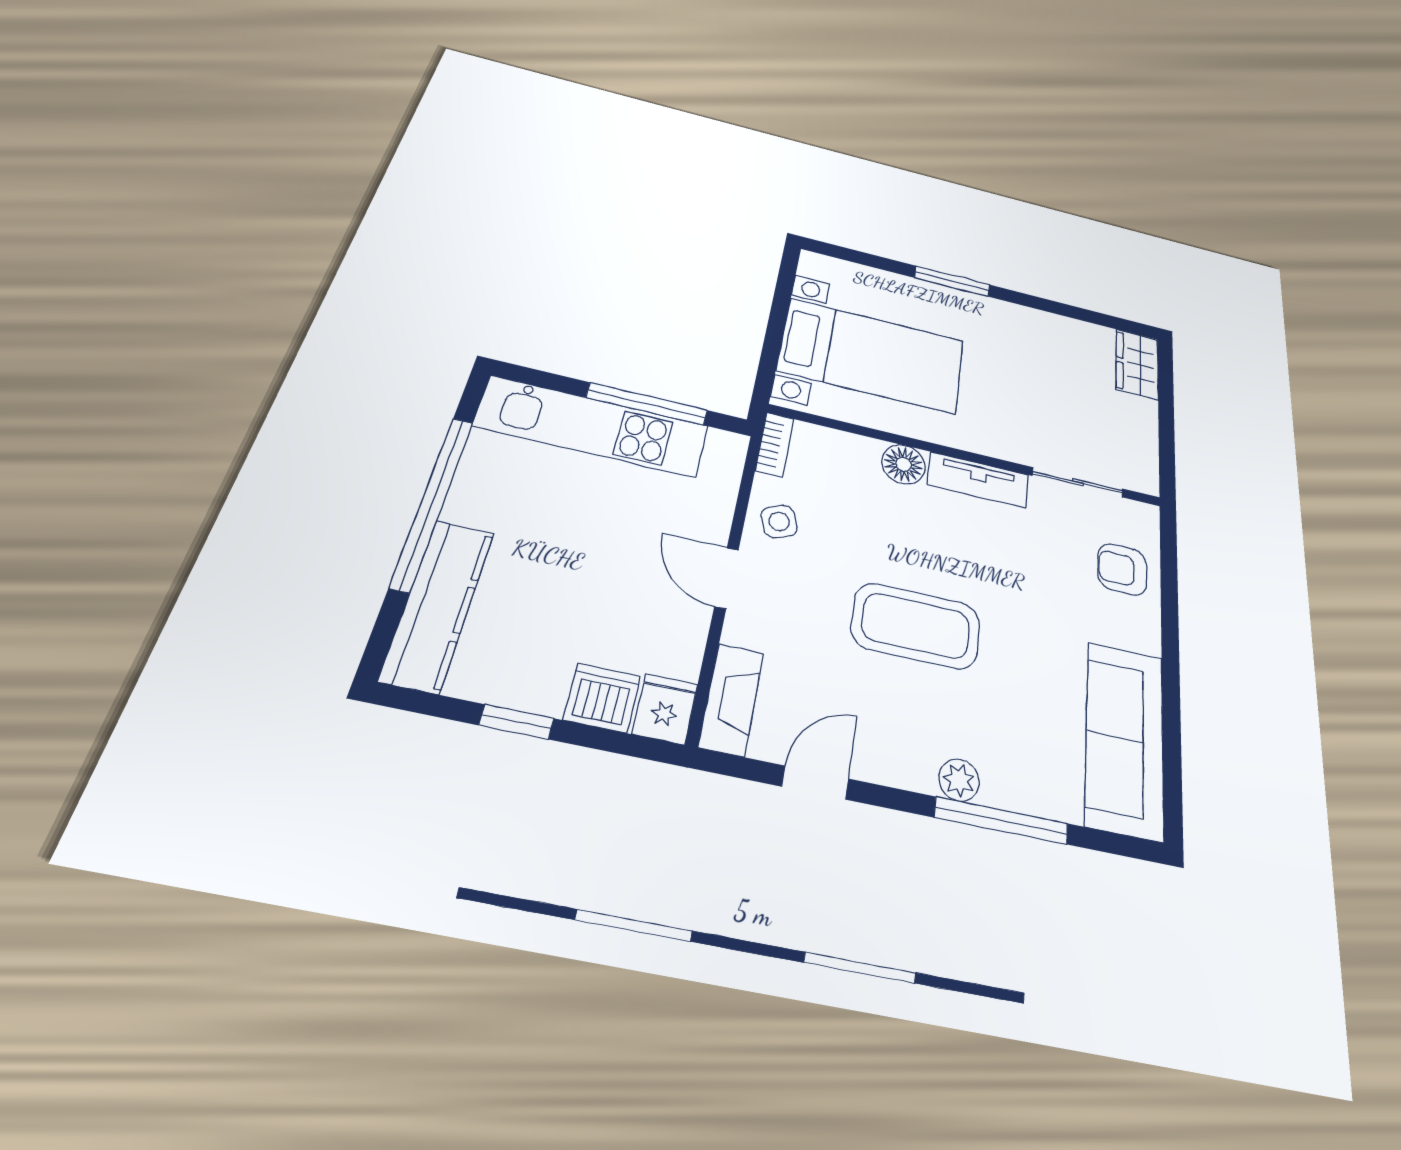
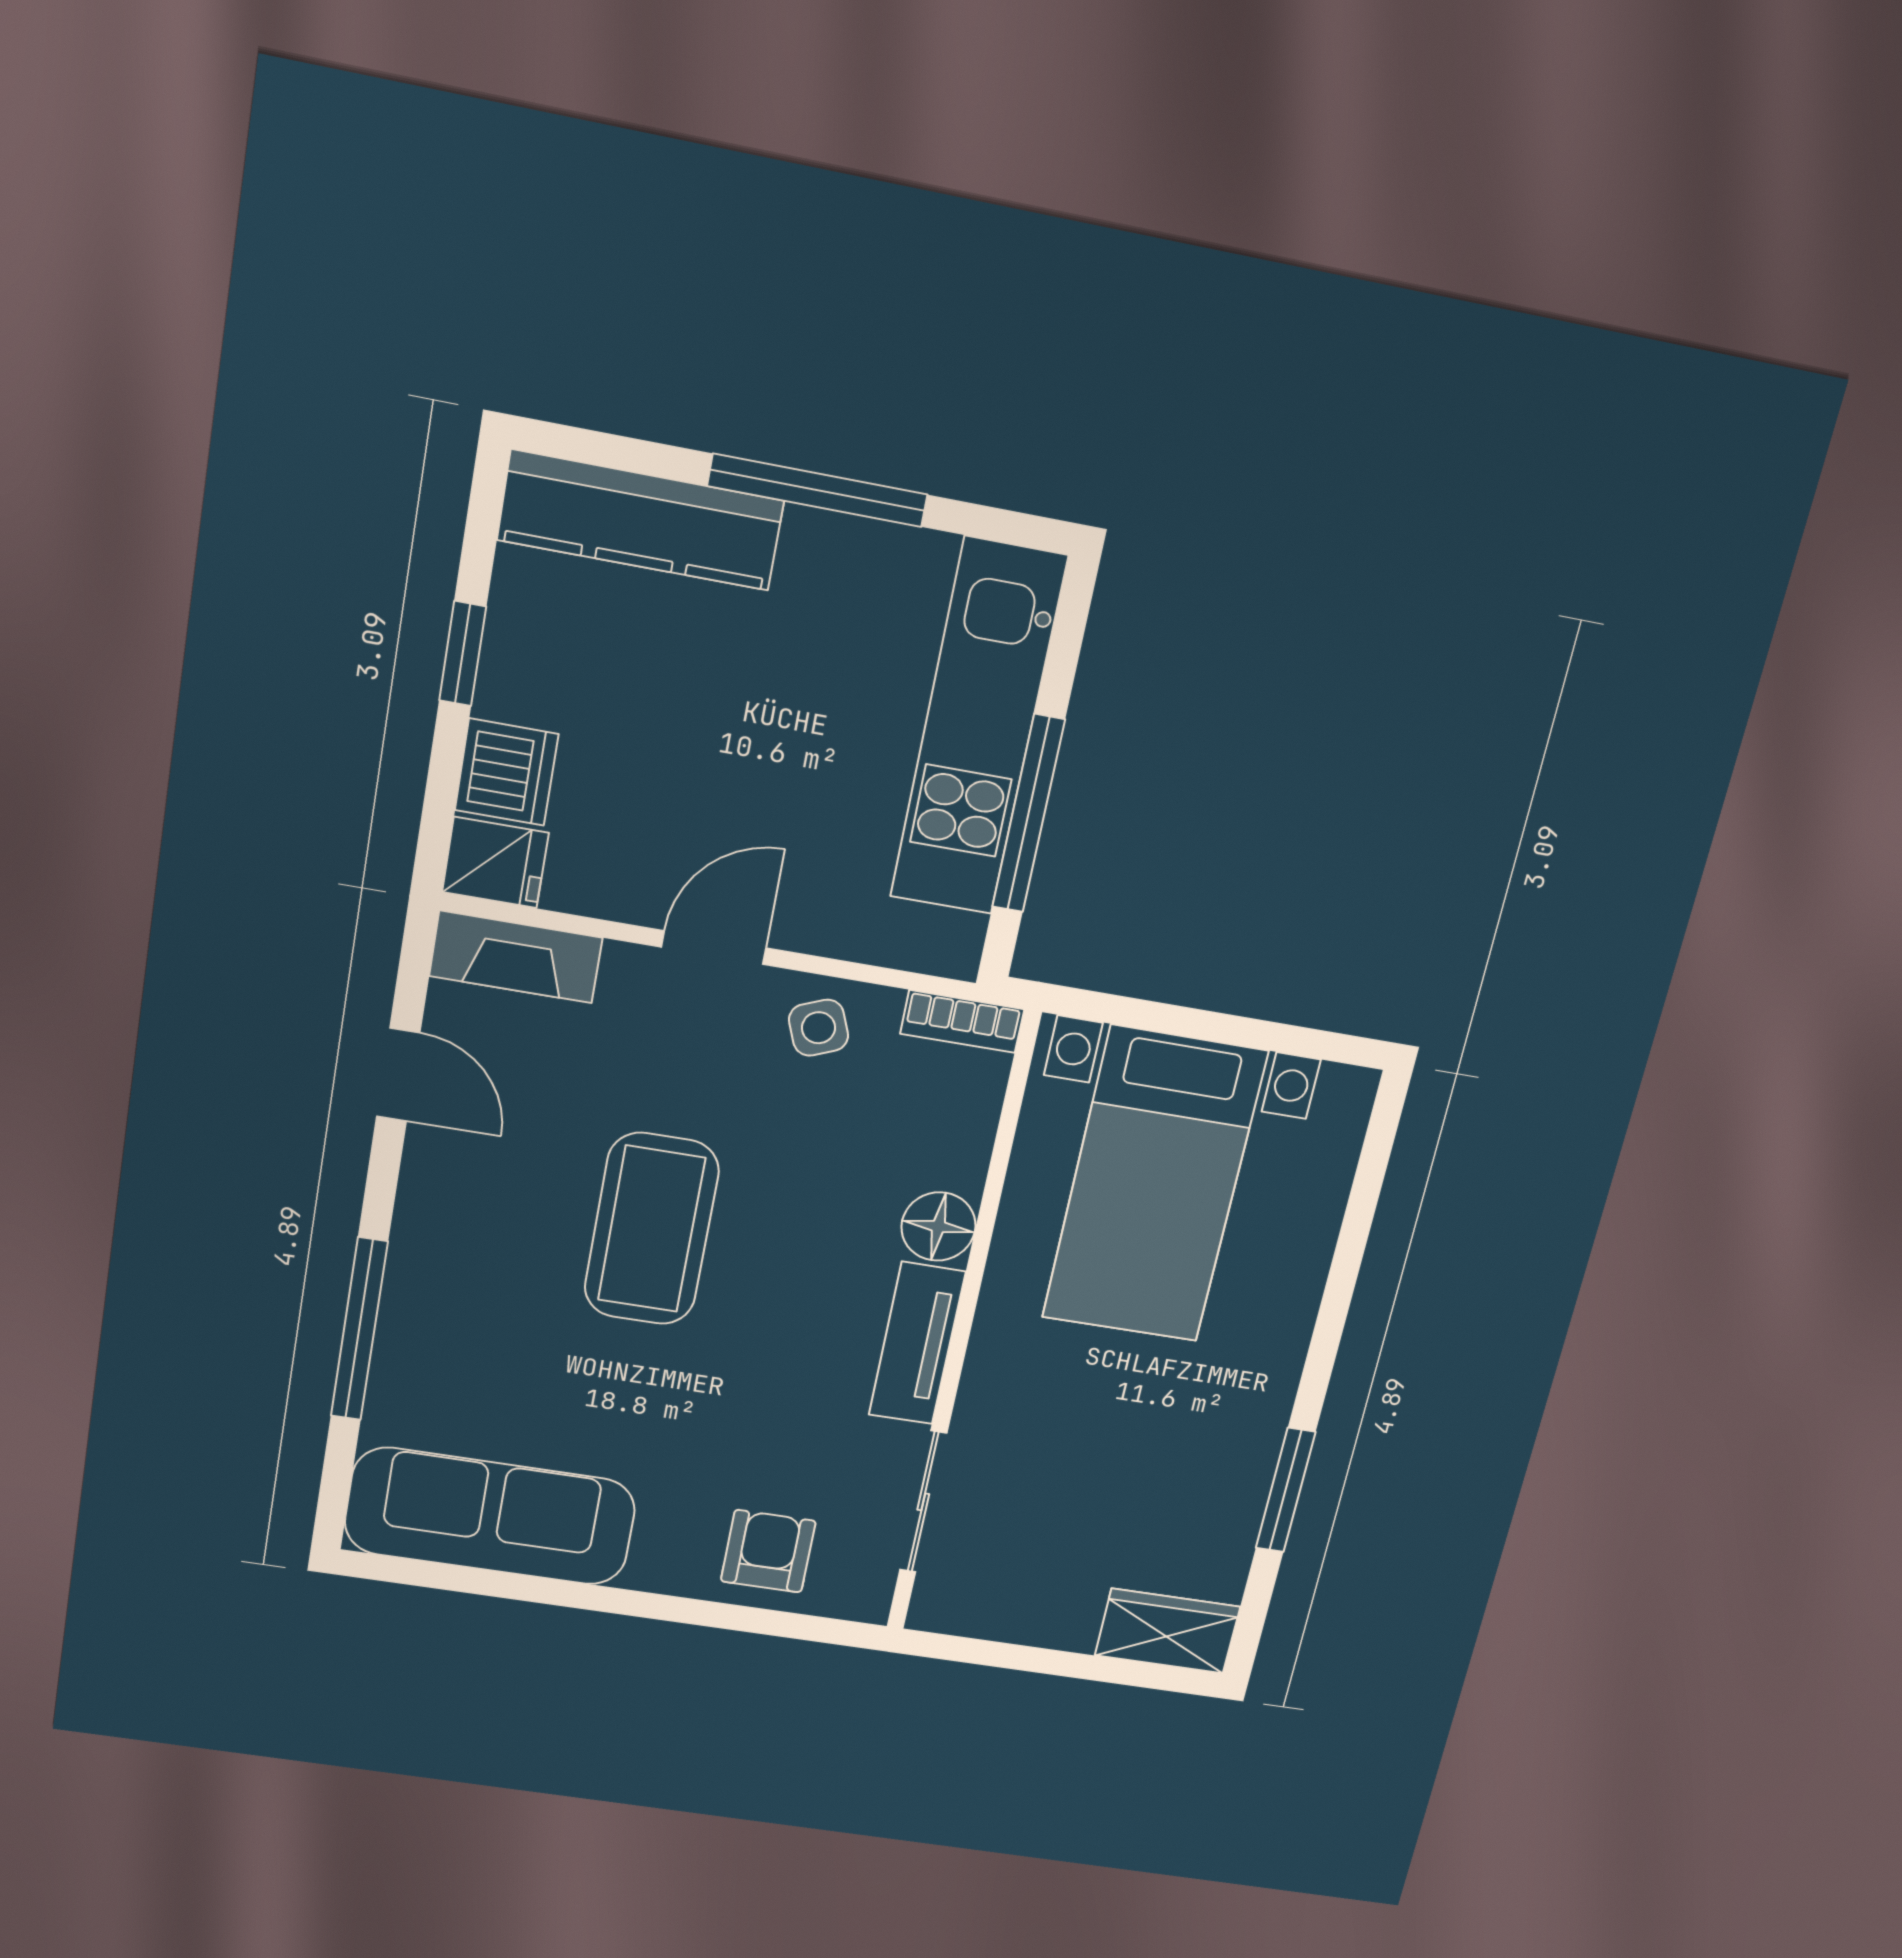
window: (952, 281) -> (1286, 1490), moved
window: (432, 502) -> (818, 490), width x0.68
plant: (959, 780) -> (414, 1275), removed

